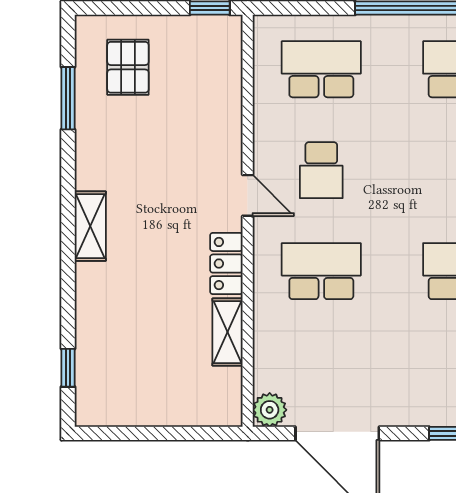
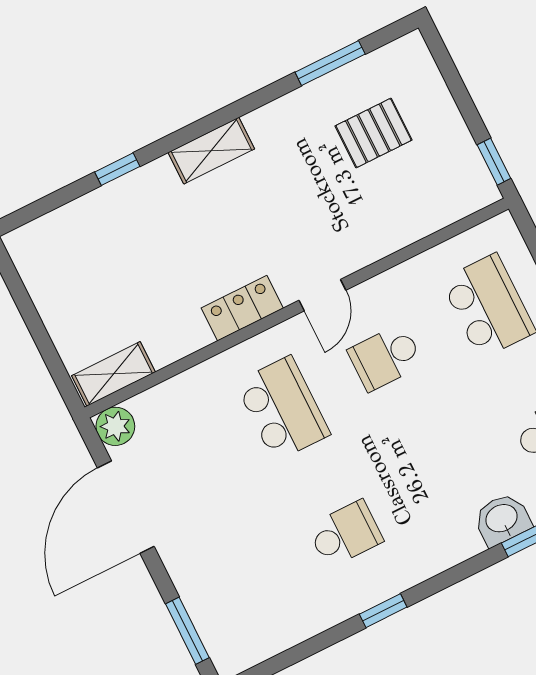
pallet: (128, 67) -> (374, 133), moved
shelving: (228, 332) -> (114, 374), moved
window: (68, 368) -> (117, 169), moved

